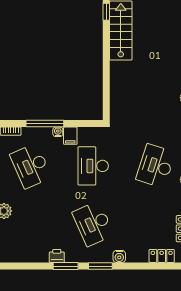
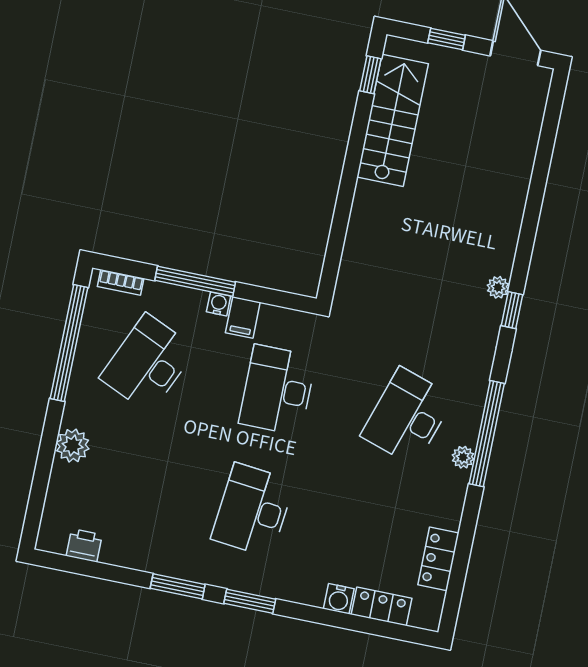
desk: (31, 166) -> (148, 363), turned 48
desk: (93, 224) -> (253, 510), turned 30
printer: (57, 256) -> (84, 545), moved
water cooler: (119, 256) -> (339, 599), moved

